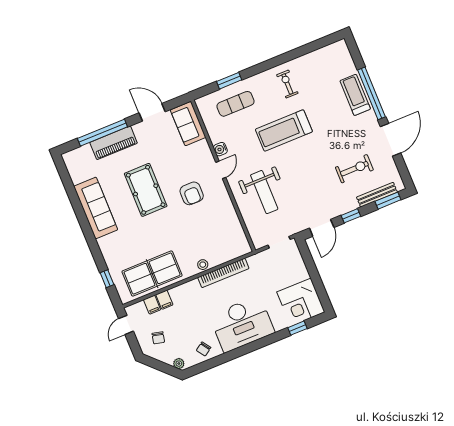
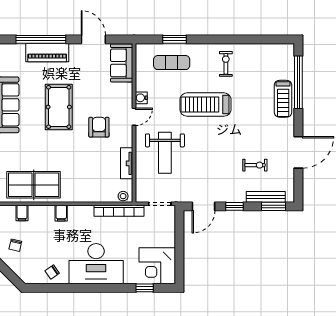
window: (372, 93) -> (298, 82), moved
treadmill: (355, 95) -> (283, 99), turned 180
exercise bike: (354, 169) -> (255, 165), width x0.73, depth x0.72
armchair: (192, 193) -> (99, 127), turned 180
tv unit: (232, 217) -> (127, 163), added
stool: (203, 265) -> (123, 196), moved
bookcase: (223, 273) -> (119, 211), moved
filing cabinet: (164, 300) -> (61, 213), moved
plant: (179, 364) -> (24, 276), removed

